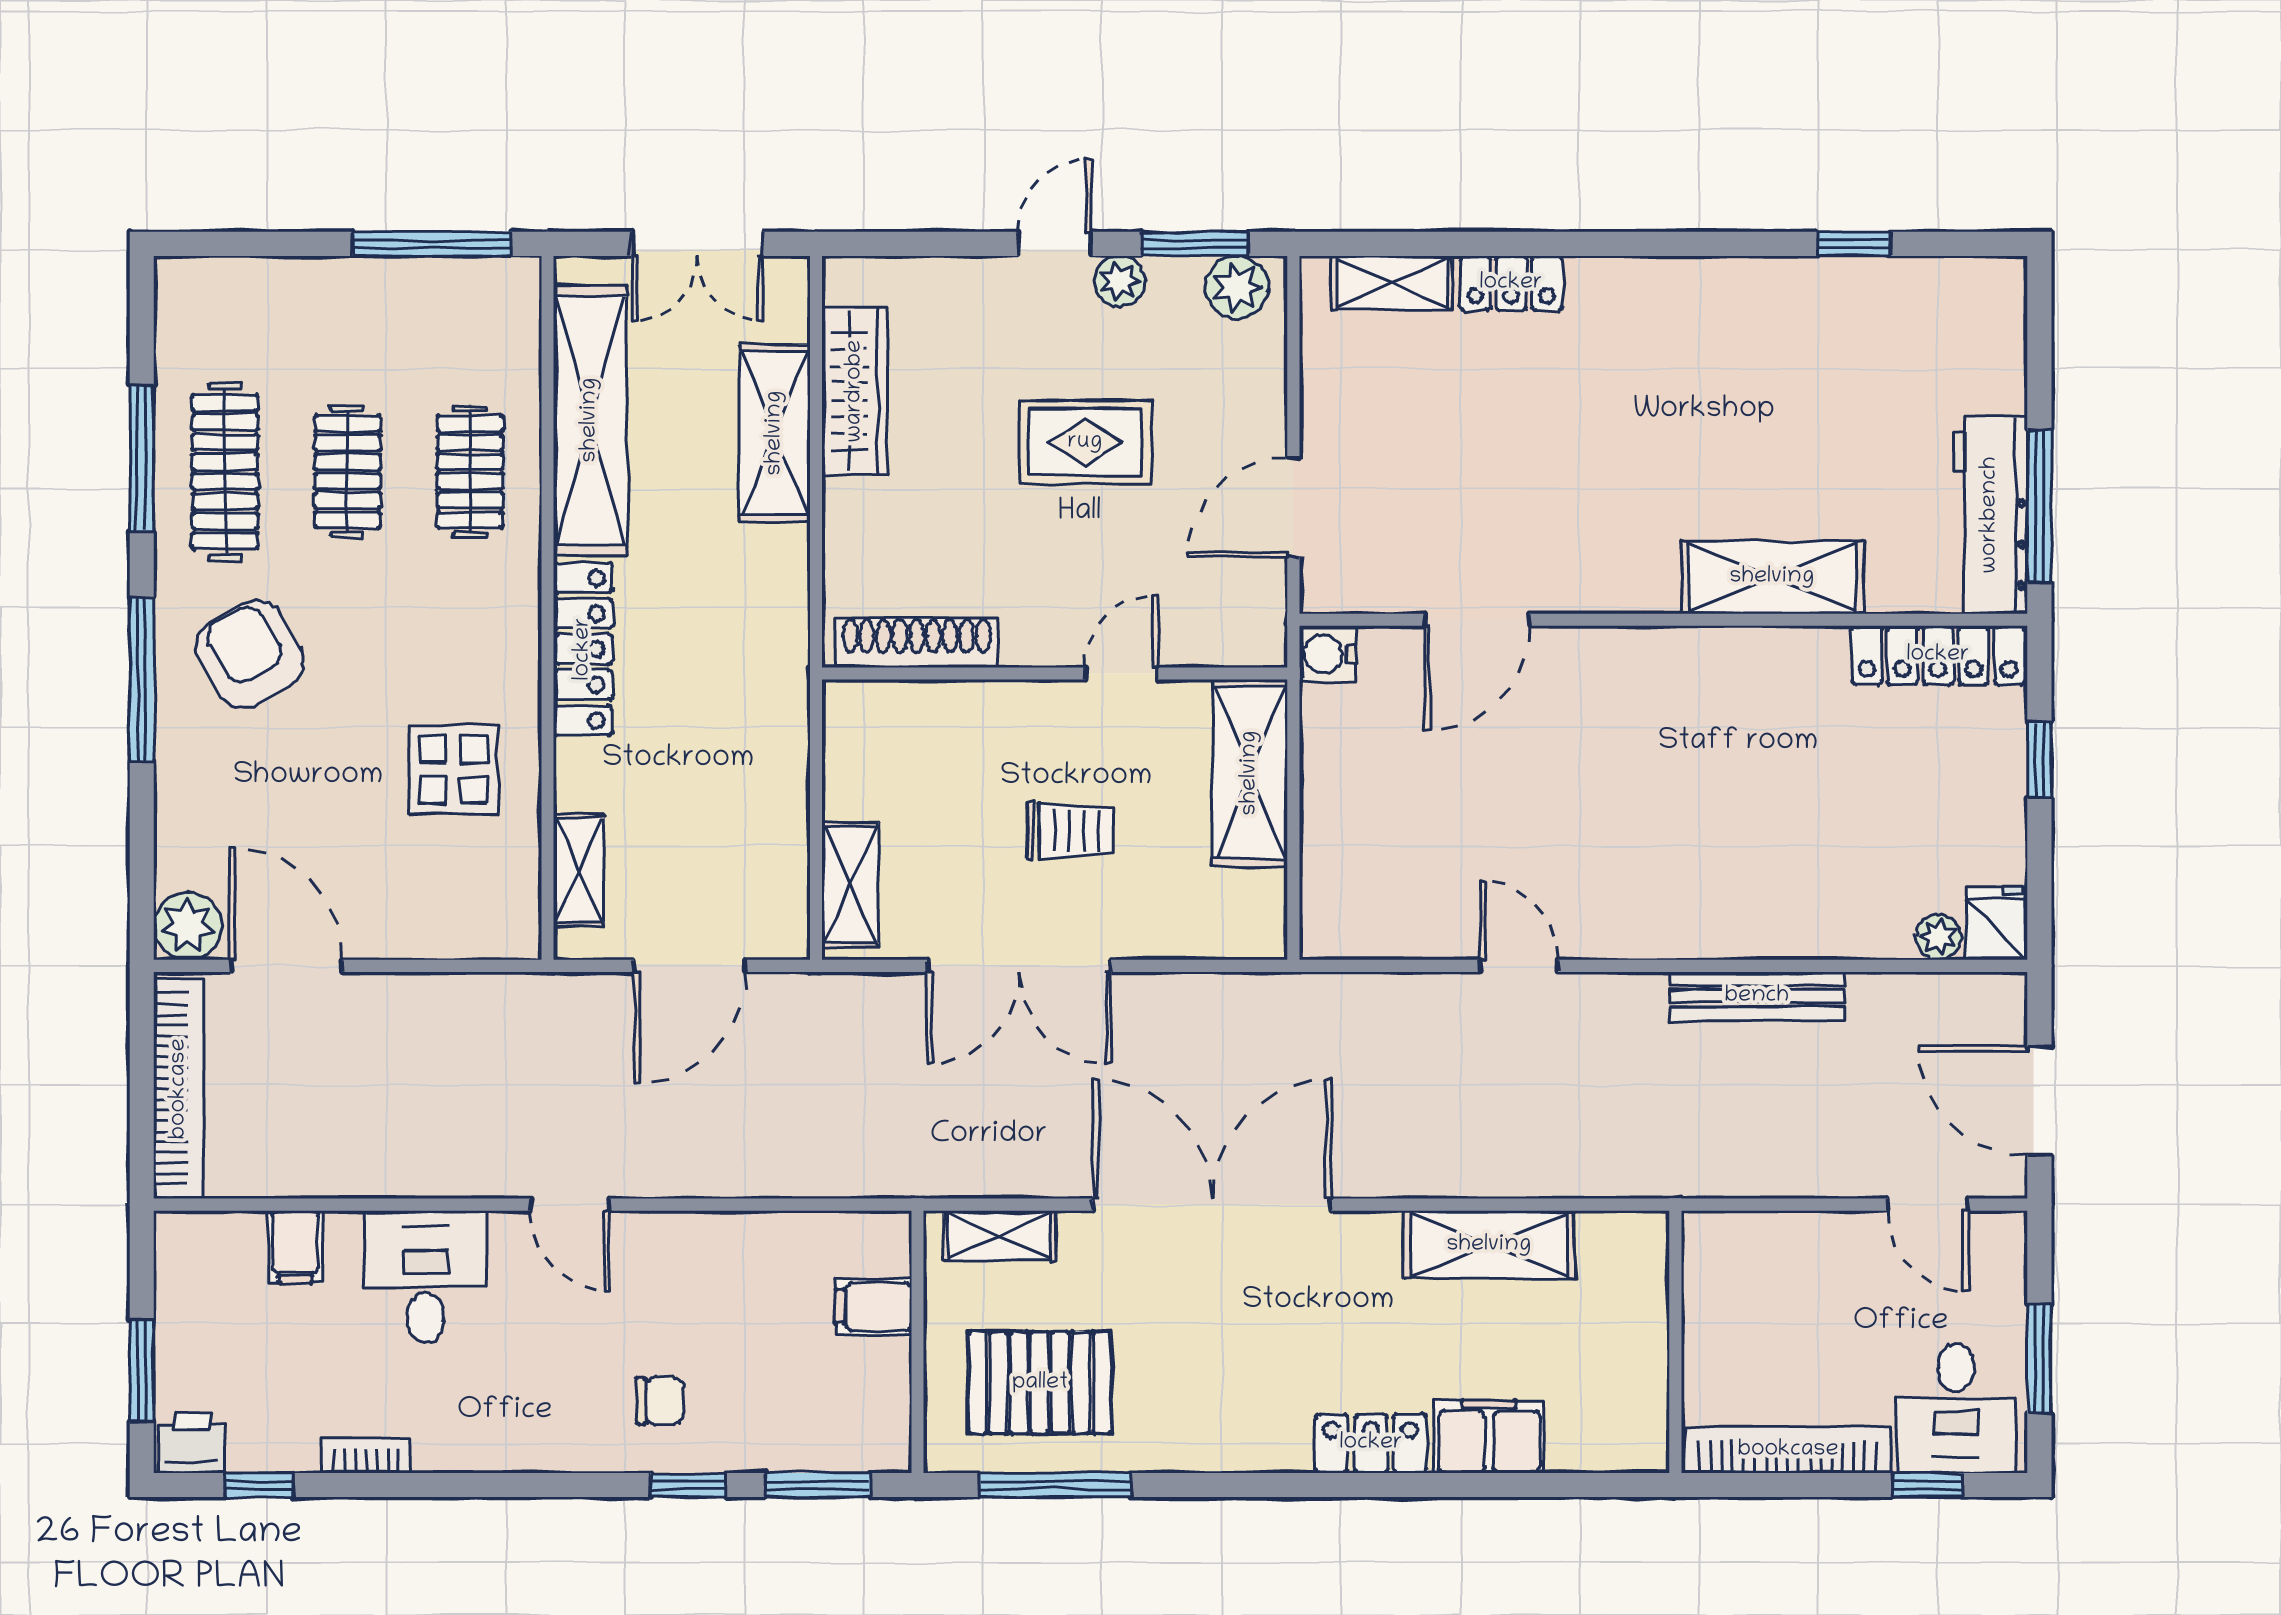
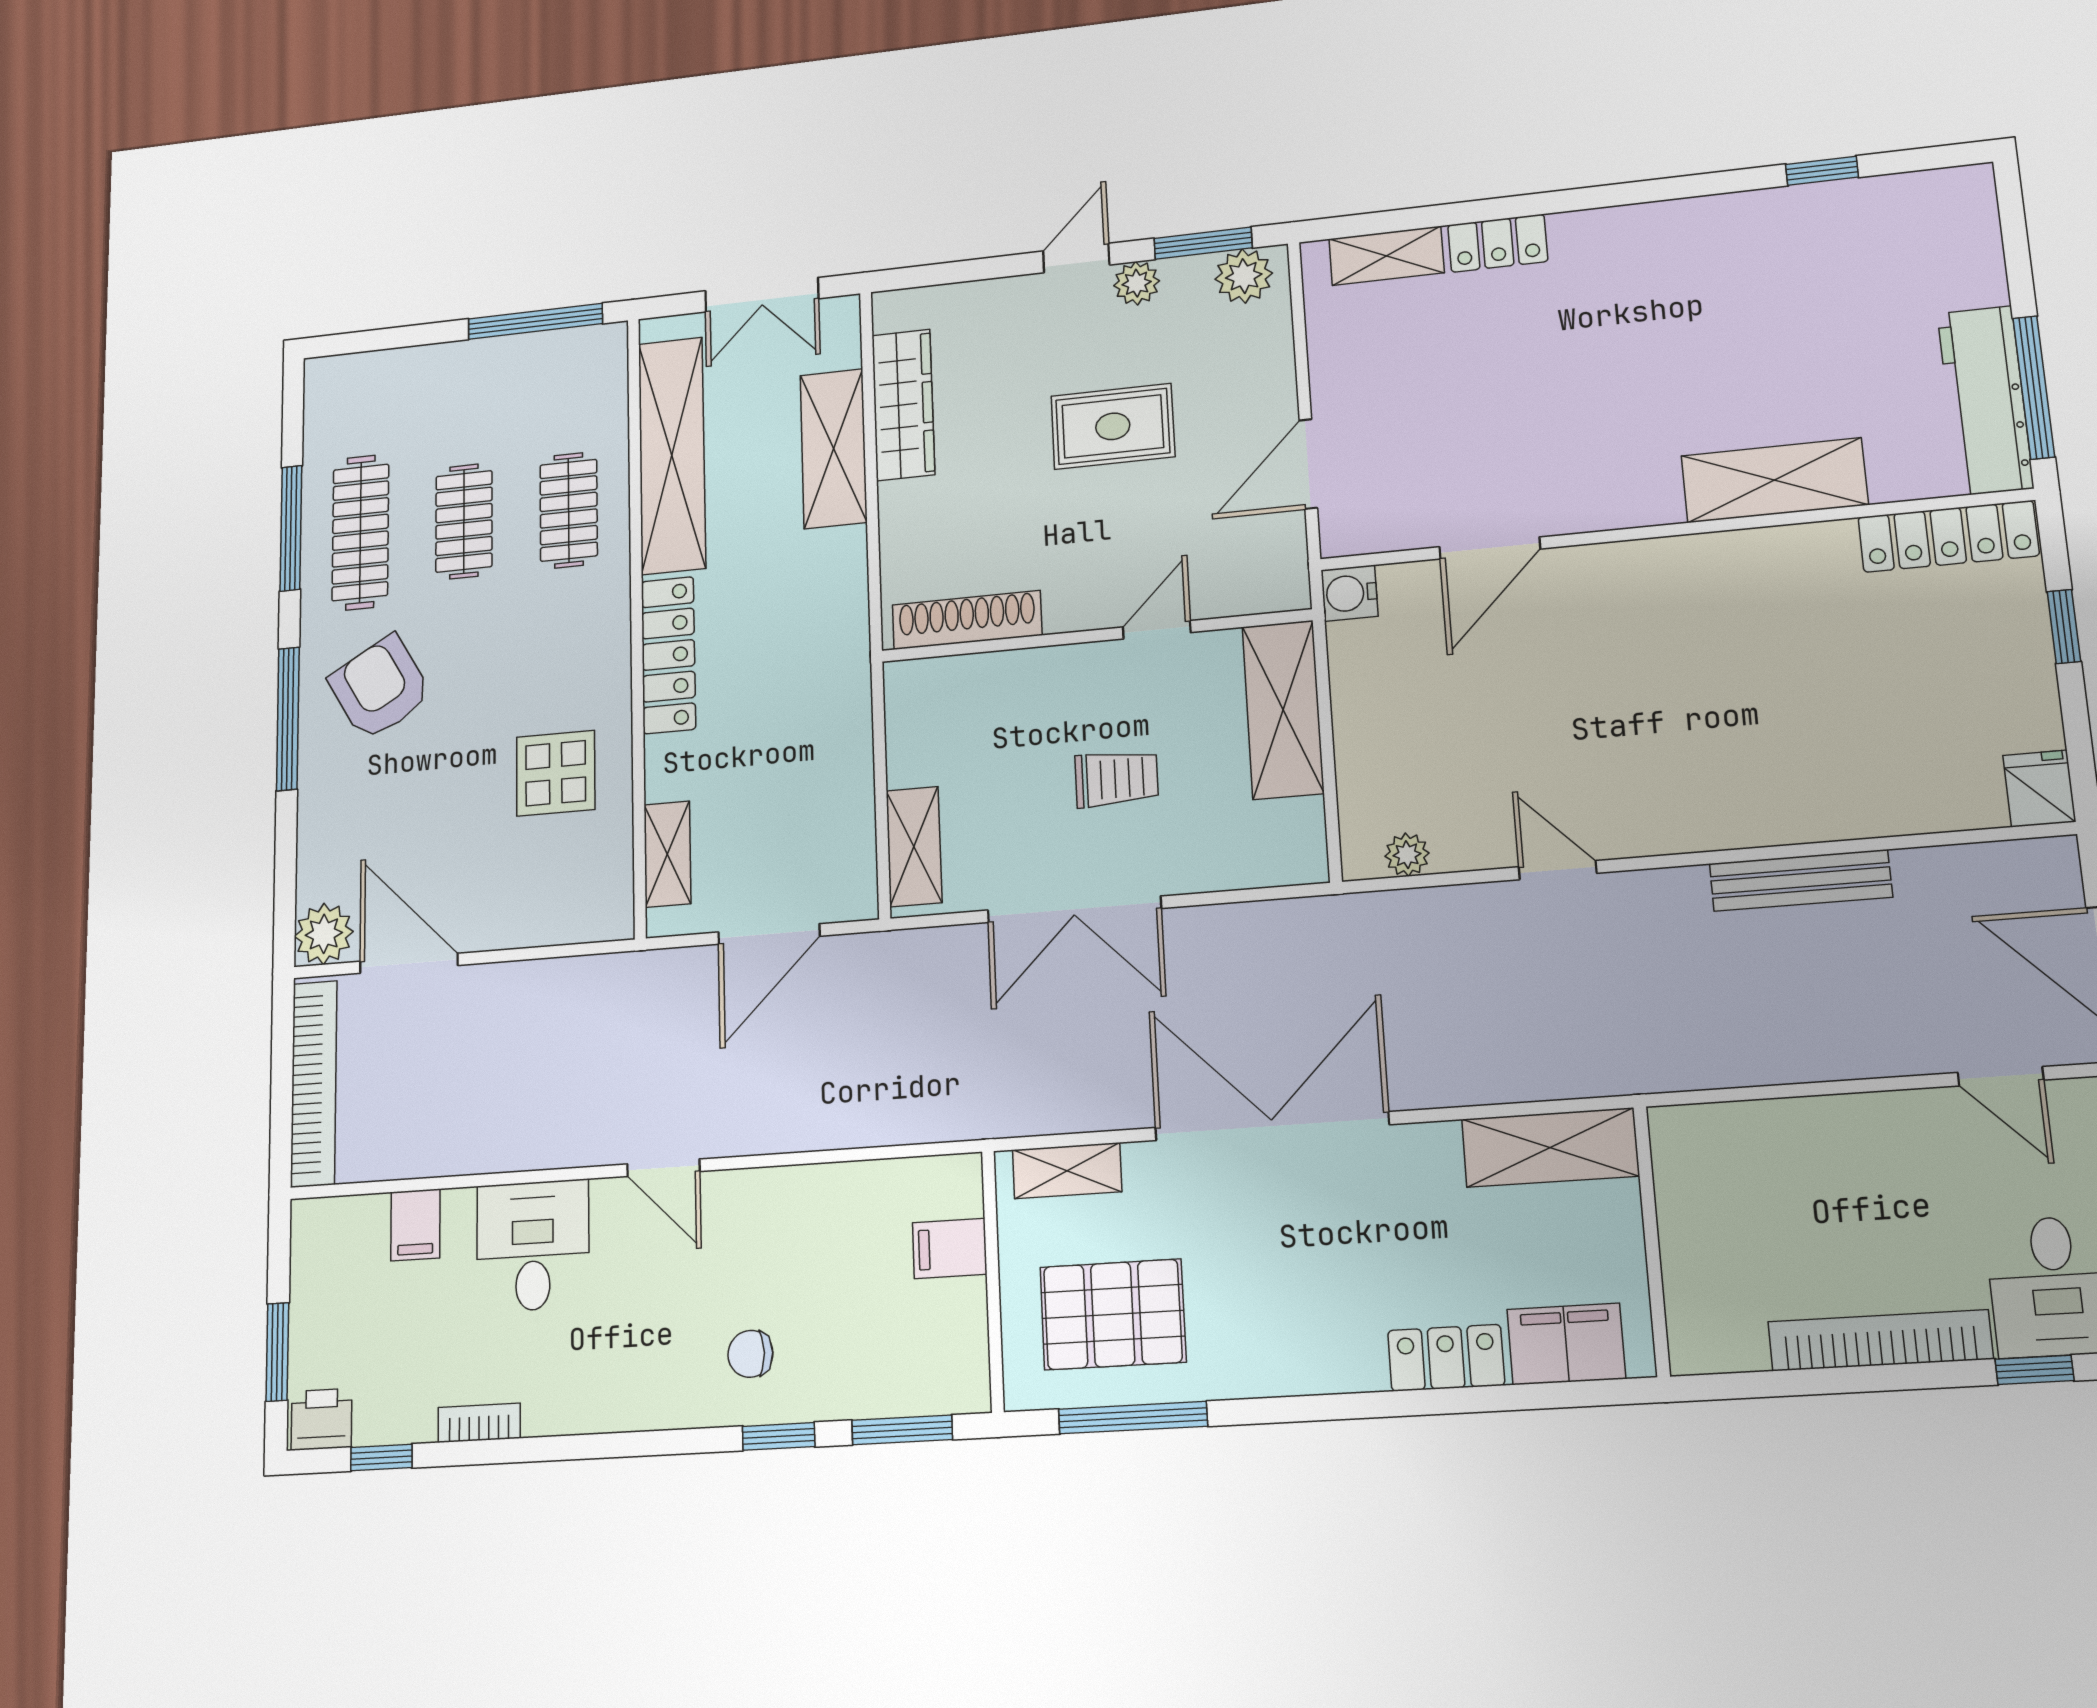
plant: (1938, 937) -> (1407, 855), moved
wall: (1675, 1342) -> (1652, 1241), moved
chair: (660, 1401) -> (750, 1354), turned 180

